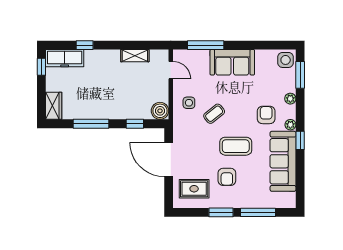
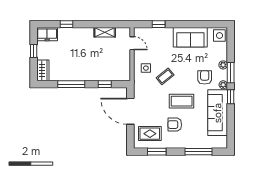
window: (206, 45) -> (159, 24), width x0.46
freezer: (65, 58) -> (47, 34), width x0.71
sofa: (232, 62) -> (190, 37), moved
window: (41, 67) -> (34, 51), moved
window: (300, 75) -> (231, 73), moved
boiler: (160, 111) -> (124, 74), removed
armchair: (227, 177) -> (175, 125), turned 90
window: (221, 212) -> (157, 152), moved

